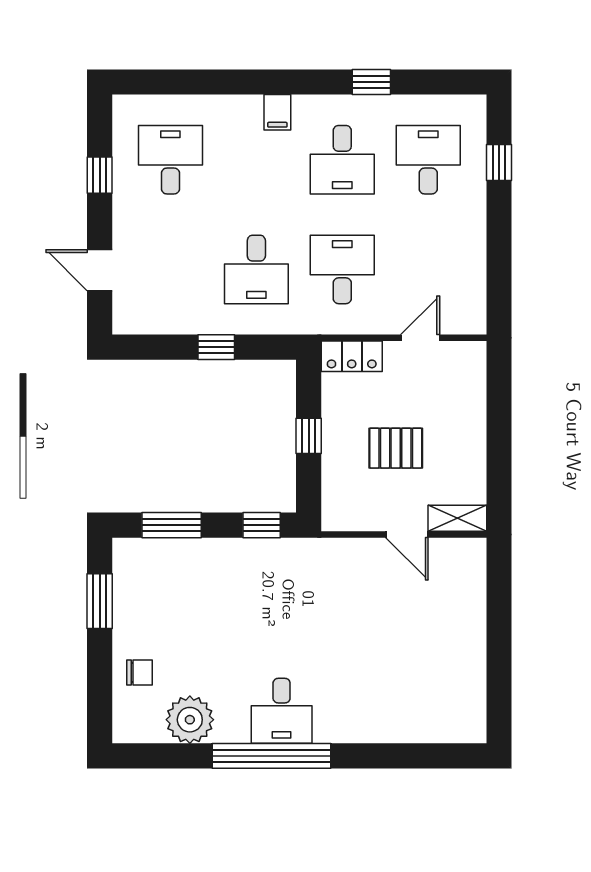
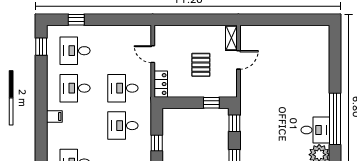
window: (371, 82) -> (41, 47), moved
desk: (342, 160) -> (75, 88), turned 180
desk: (256, 269) -> (123, 126), turned 180
window: (309, 436) -> (211, 103), moved
desk: (282, 711) -> (315, 130), moved

